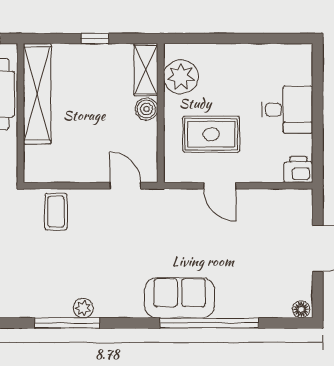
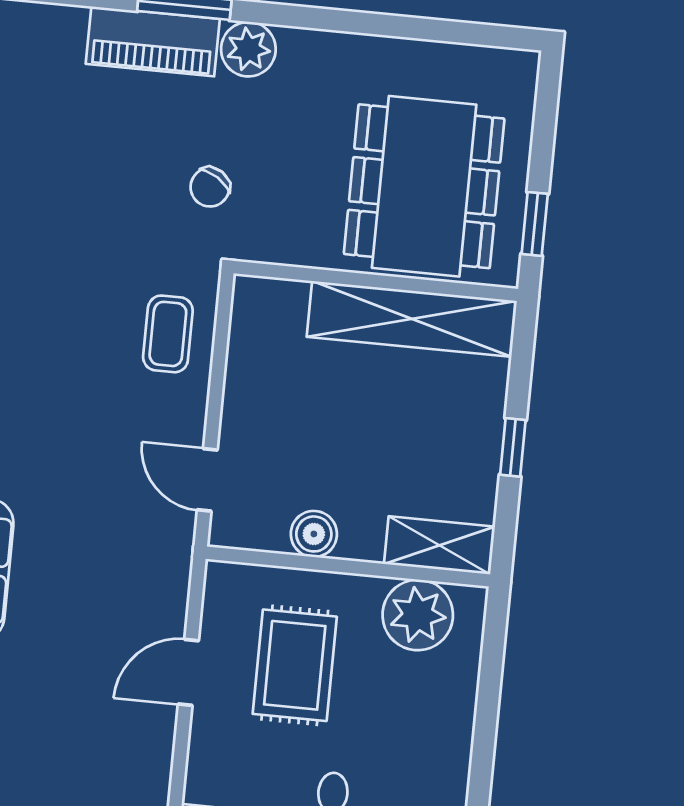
boiler: (146, 109) -> (314, 534), moved
door: (125, 186) -> (207, 480), swing flipped
coffee table: (56, 212) -> (168, 334), turned 90

